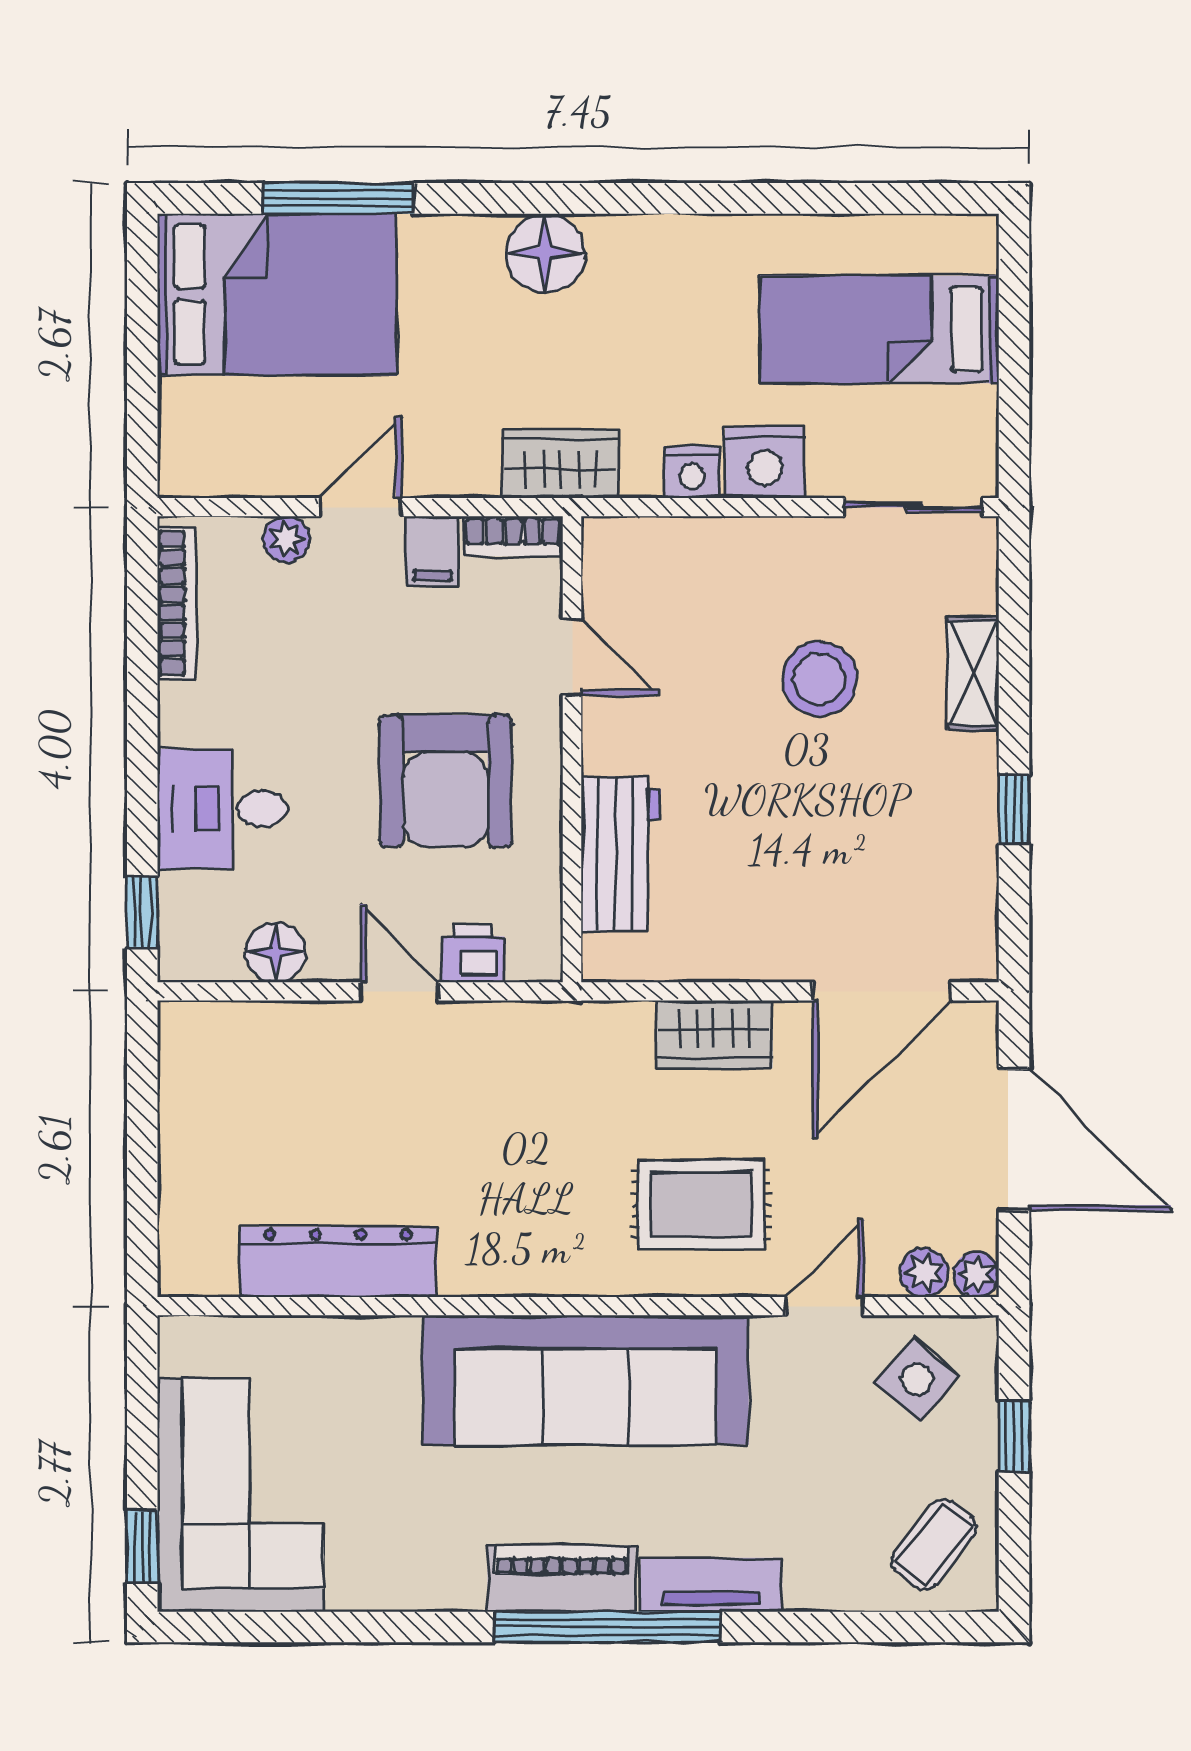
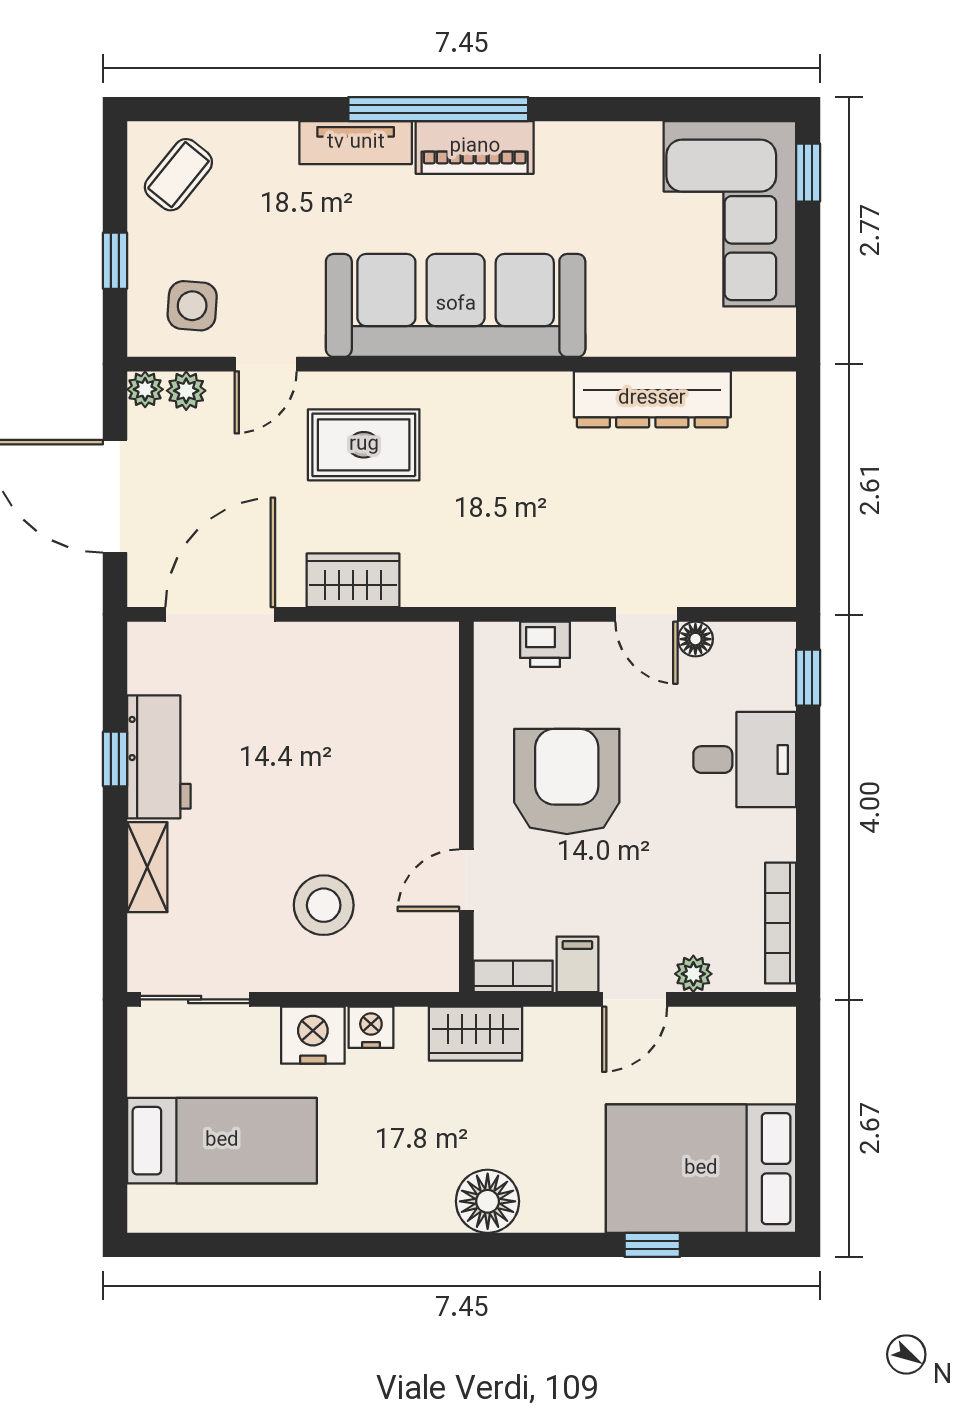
window: (338, 198) -> (652, 1245), width x0.46
door: (572, 657) -> (466, 880), hinge flipped
stool: (820, 679) -> (324, 905), moved
workbench: (621, 854) -> (159, 757), moved, turned 180
floor lamp: (276, 952) -> (695, 639), width x0.73, depth x0.73
door: (400, 991) -> (646, 614), moved
side table: (917, 1380) -> (192, 306), turned -37

